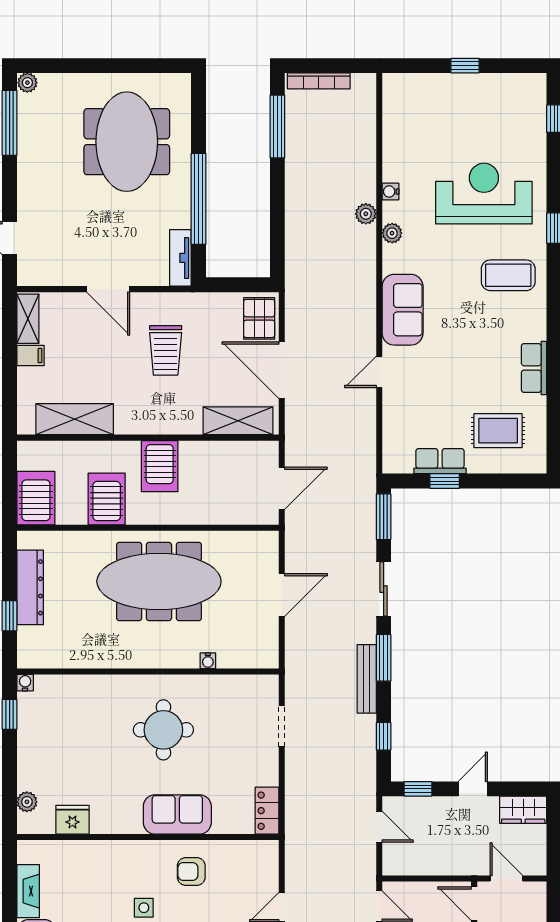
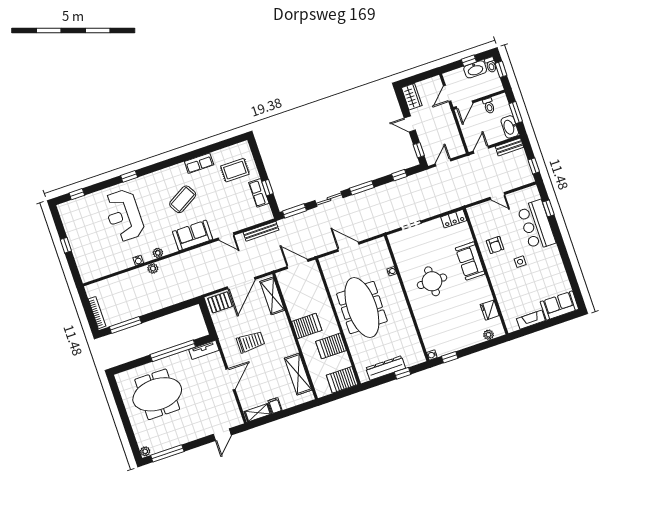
coffee table: (508, 275) -> (183, 199), moved, turned 60
rug: (498, 431) -> (235, 170), turned 90
bench: (367, 679) -> (261, 231), moved

